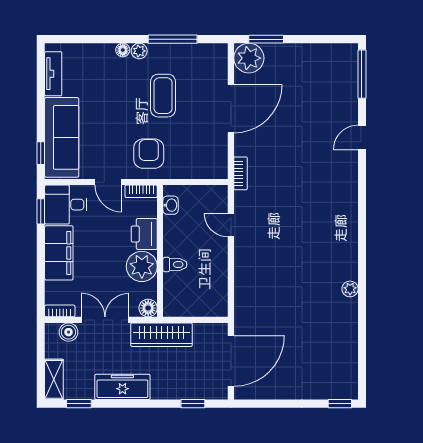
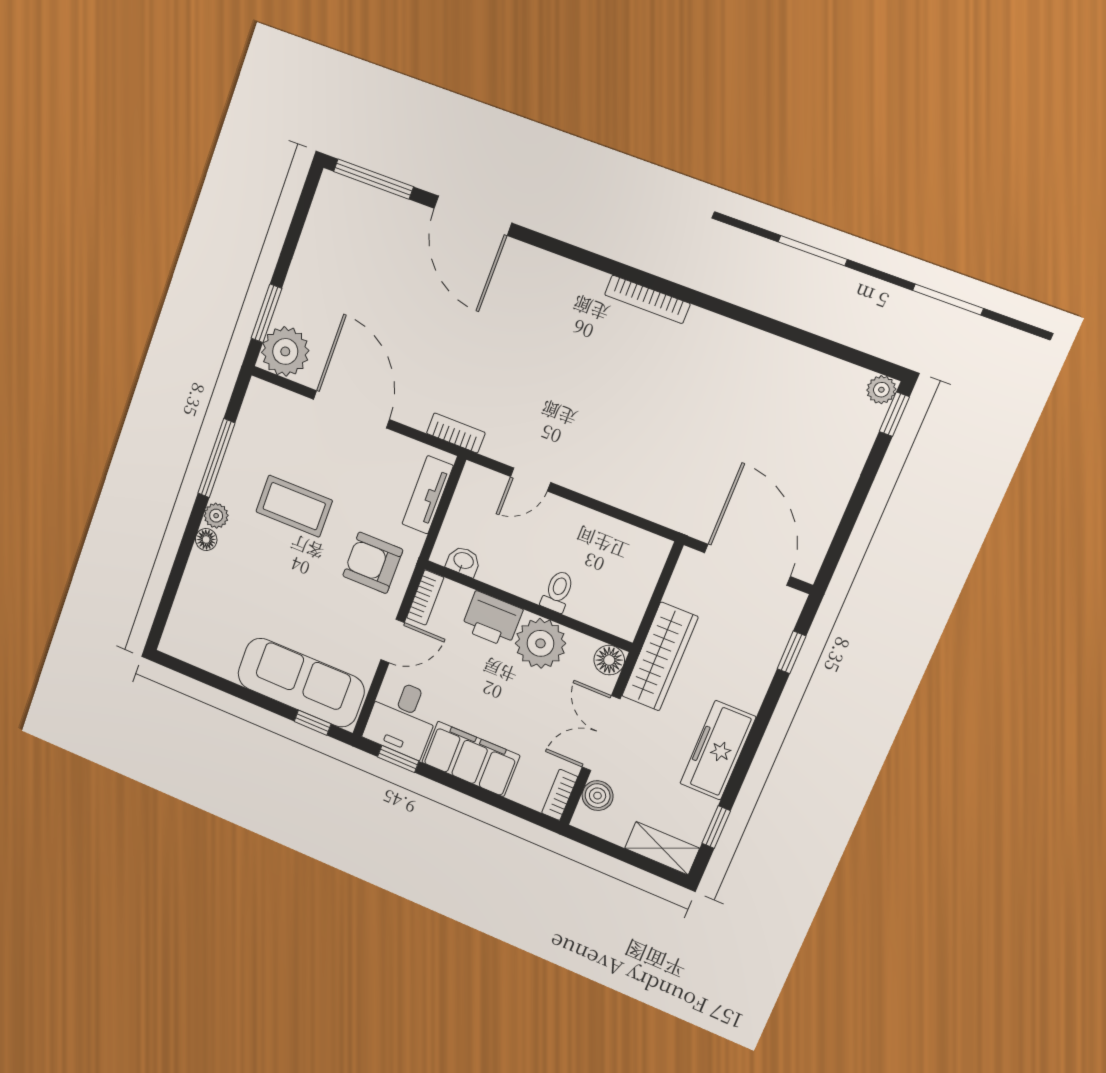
tv unit: (53, 74) -> (428, 495), moved, turned -90
door: (362, 138) -> (473, 216), width x1.87
bookcase: (352, 250) -> (647, 299), added
plant: (350, 289) -> (881, 390), moved

